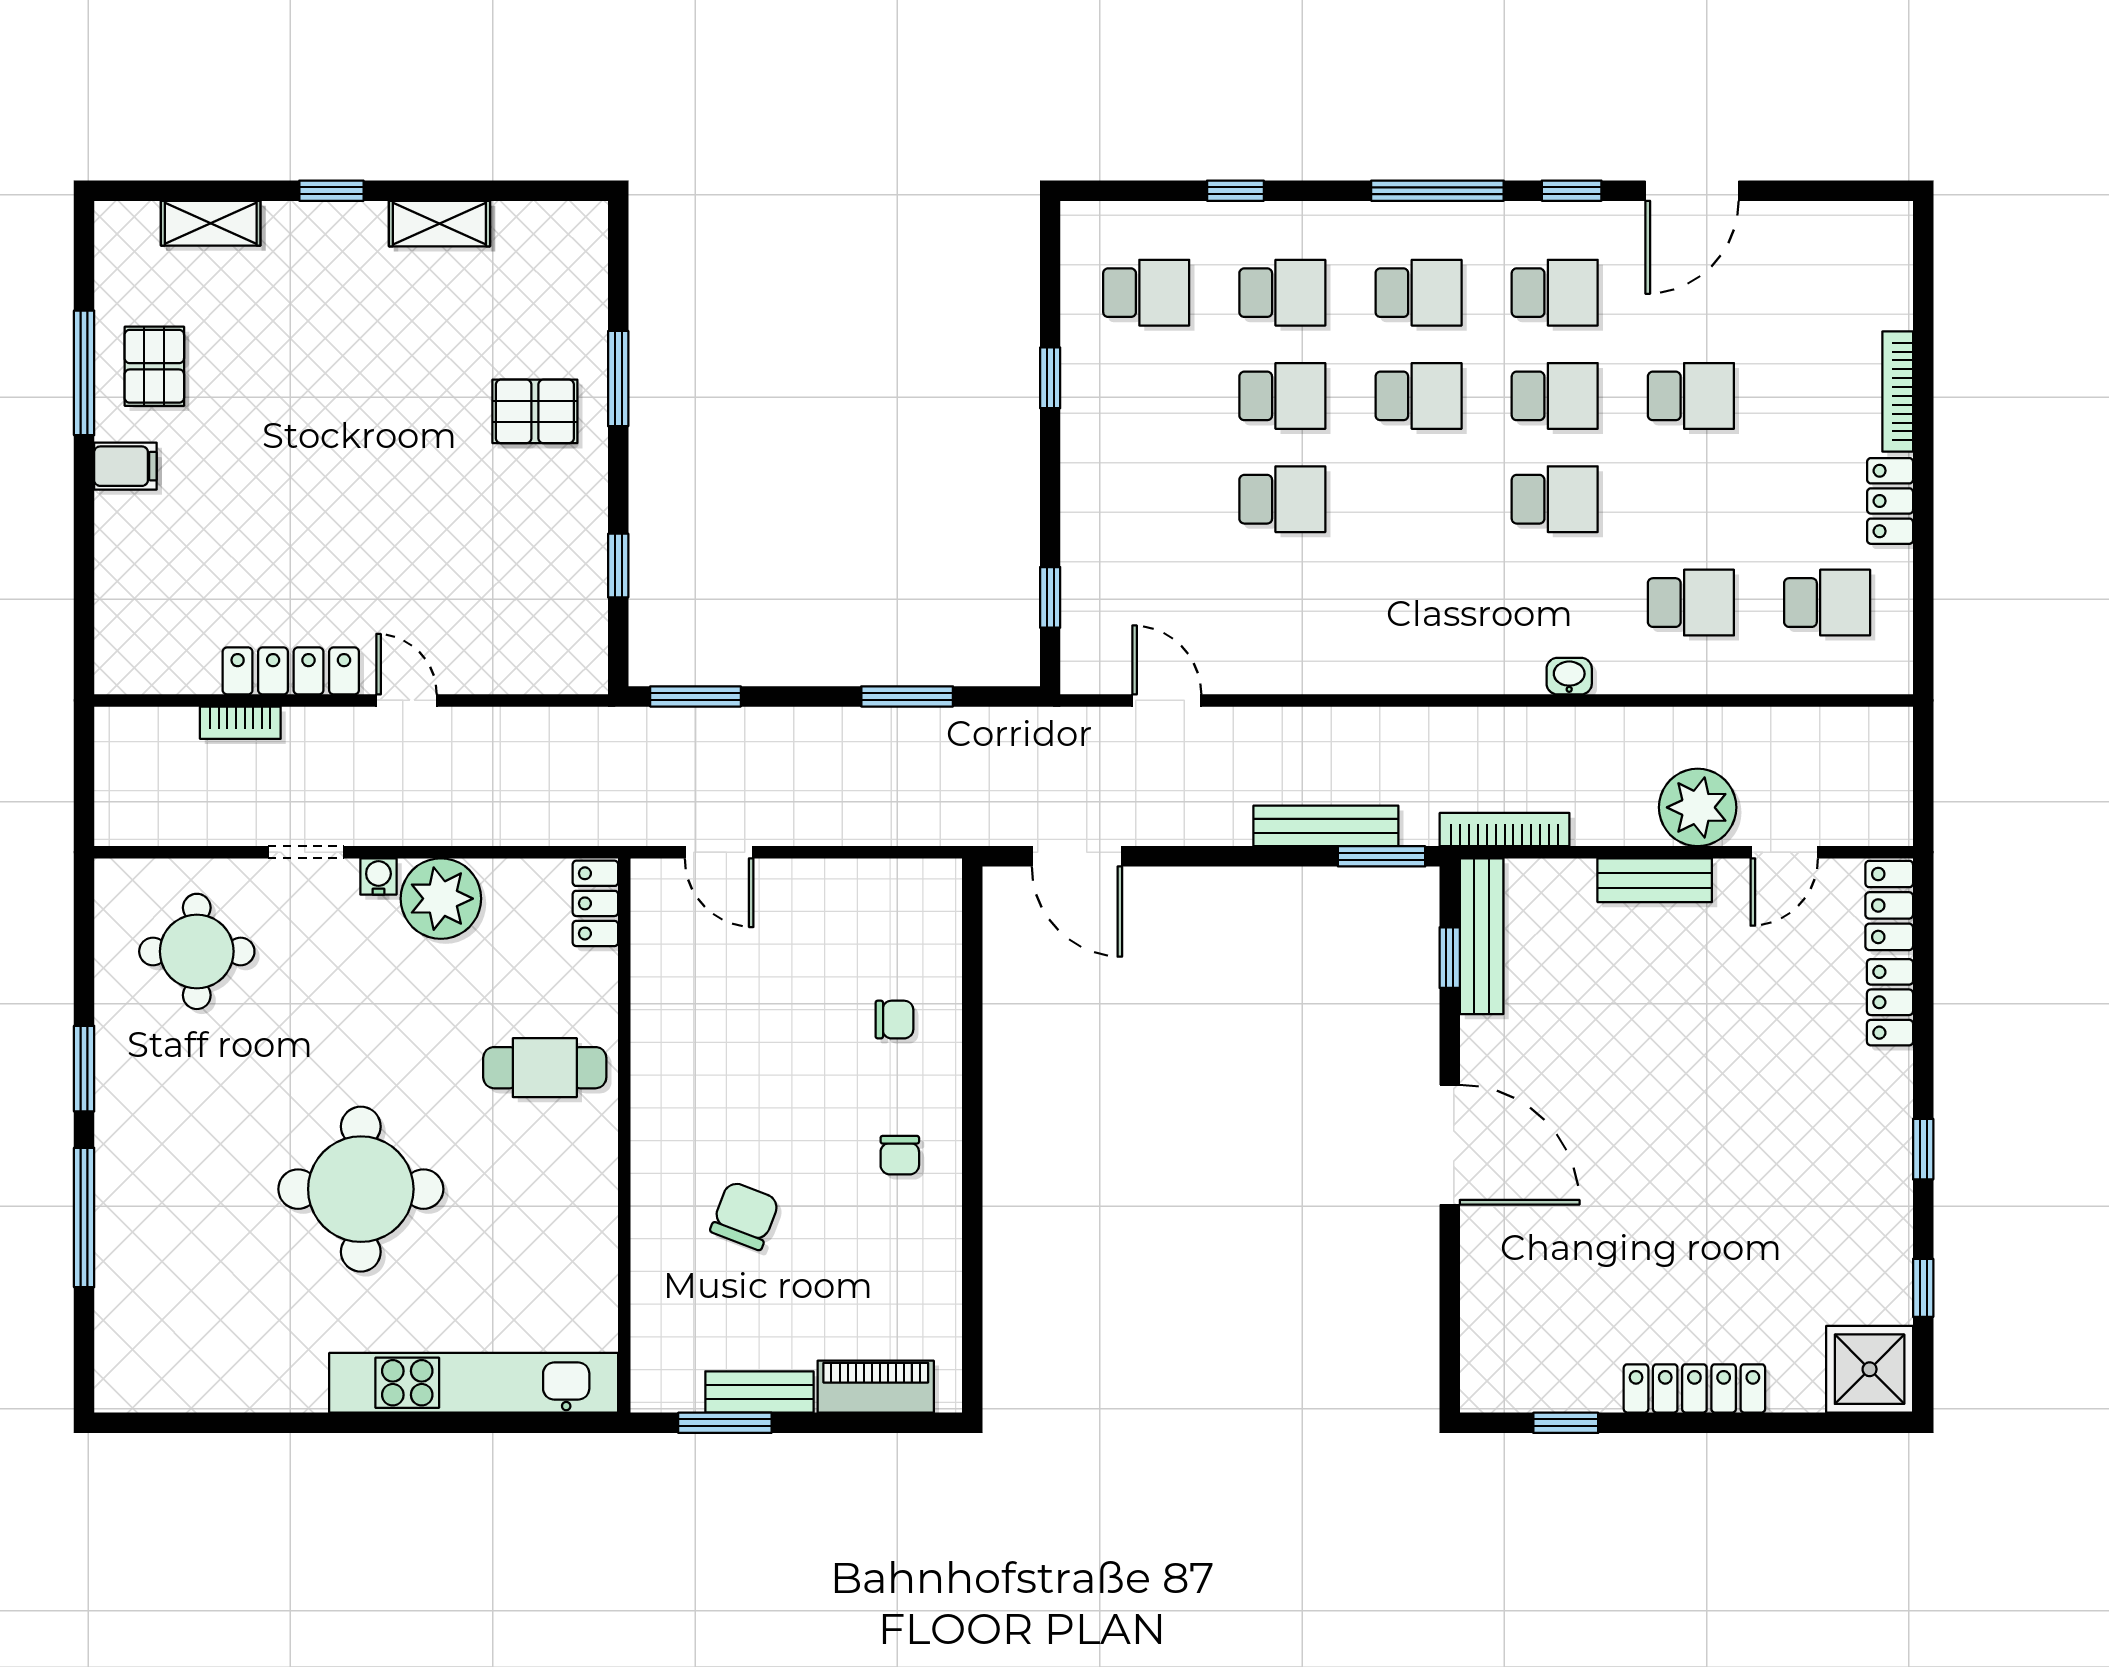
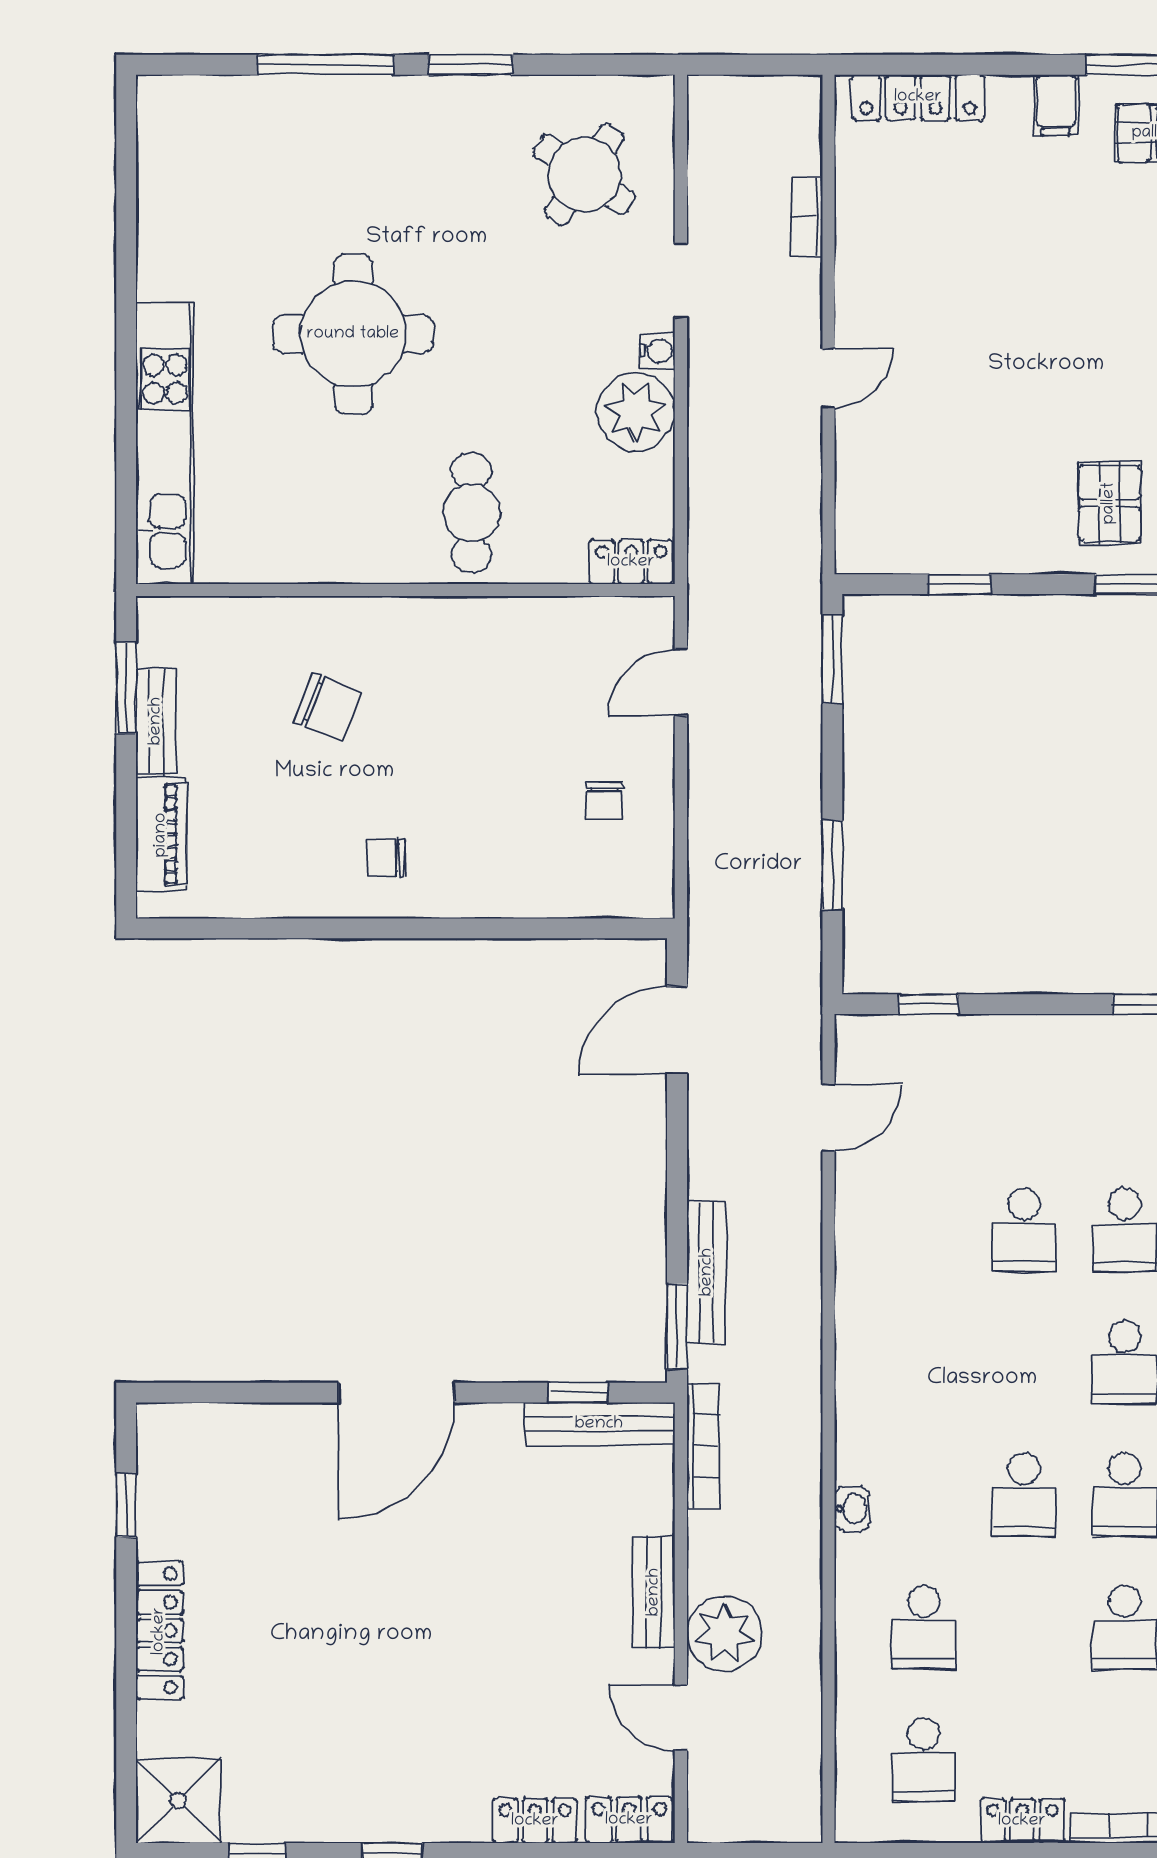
locker: (291, 671) -> (918, 97), moved, turned 90
round table: (197, 951) -> (584, 174), turned 34
chair: (894, 1020) -> (605, 801), moved

